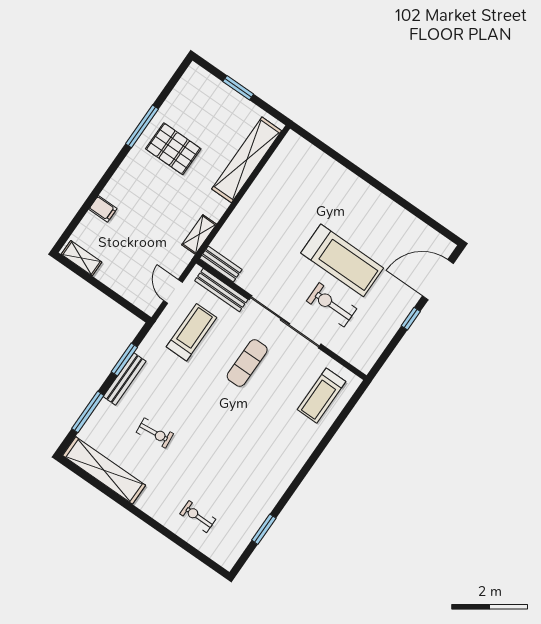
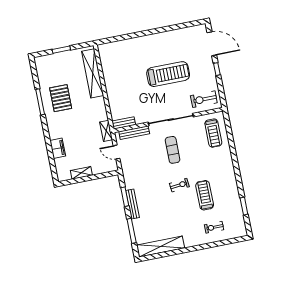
pallet: (173, 149) -> (61, 98), turned 90
filing cabinet: (103, 209) -> (58, 148), width x2.00
shelving: (199, 234) -> (106, 131), moved
shelving: (82, 258) -> (81, 173), moved
door: (438, 280) -> (212, 44), swing flipped
exercise bike: (332, 305) -> (204, 99), moved
treadmill: (192, 332) -> (205, 195), moved
exercise bike: (155, 433) -> (179, 185), moved

